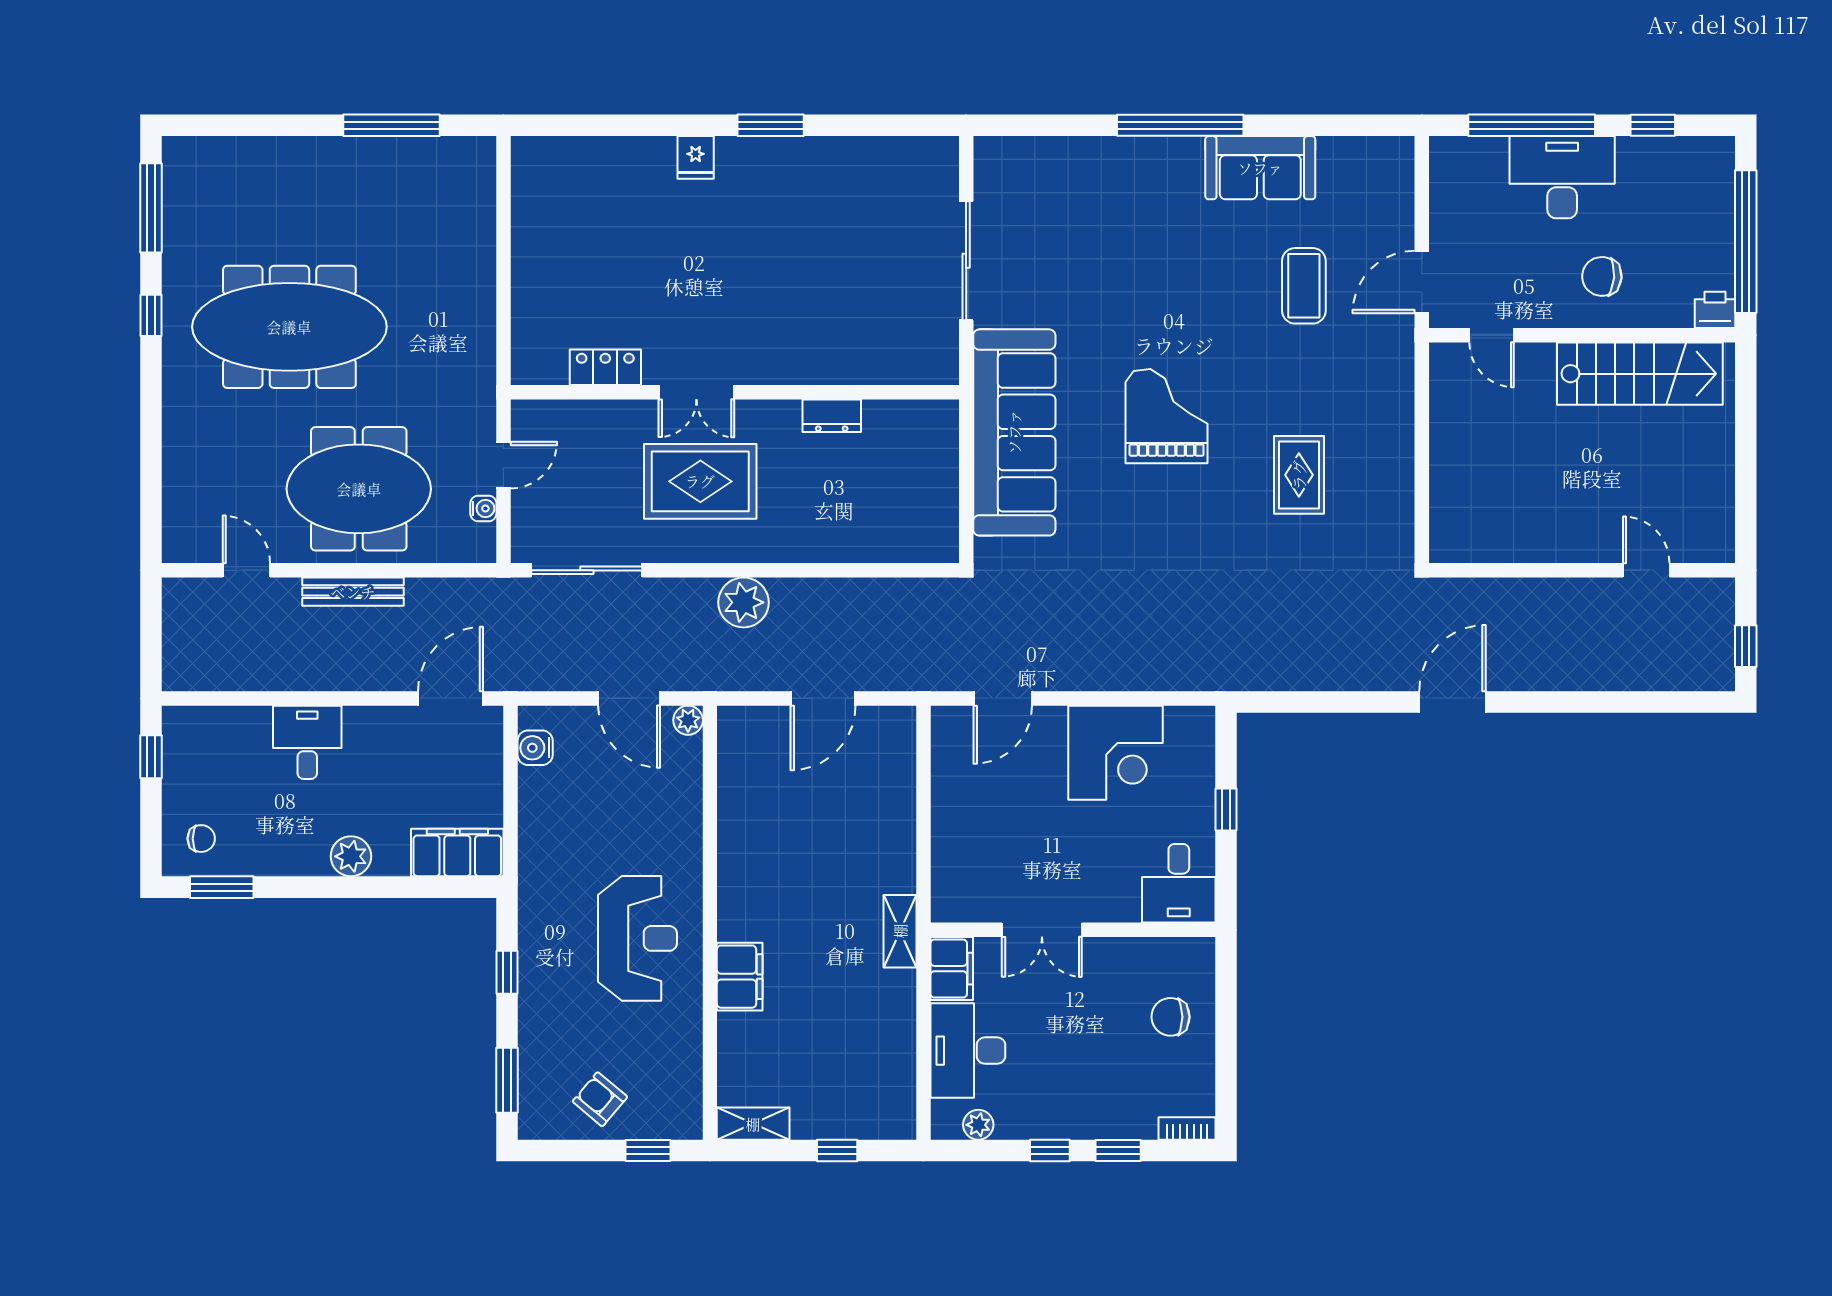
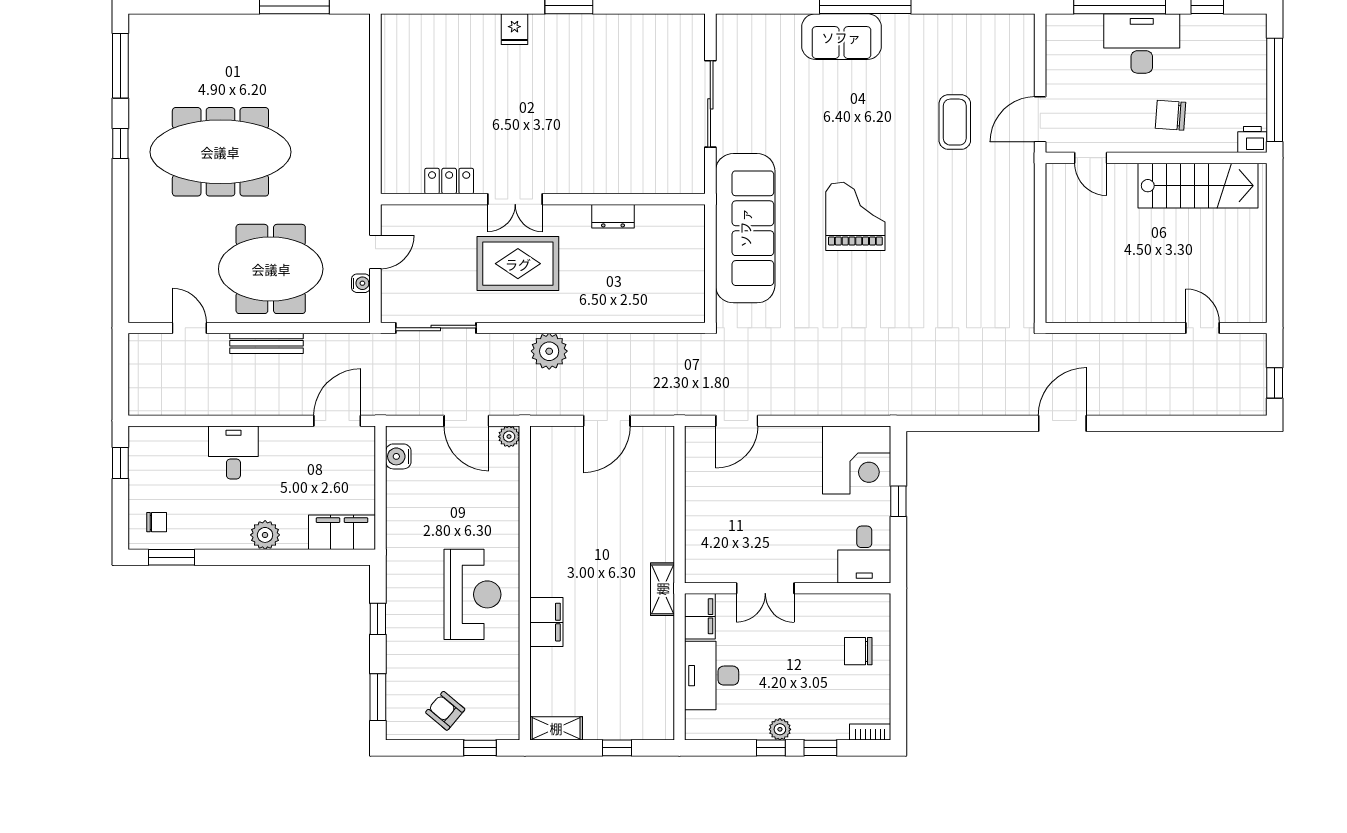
sofa: (1260, 168) -> (841, 37), moved
rug: (1299, 475) -> (951, 259), removed
corner desk: (1115, 753) -> (857, 460), moved
plant: (978, 1125) -> (780, 729), moved

